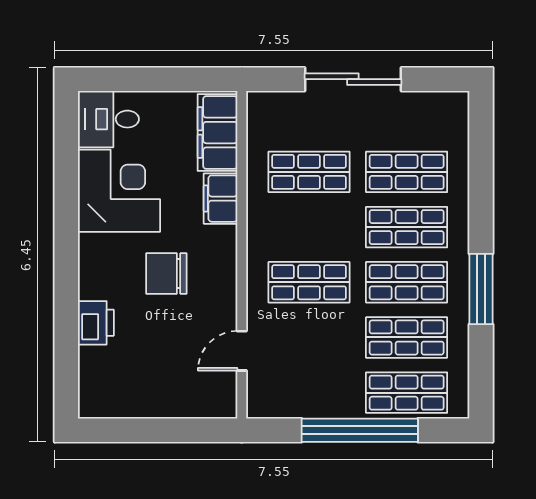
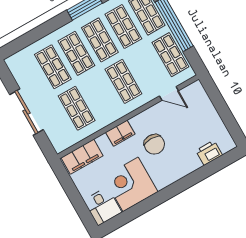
filing cabinet: (221, 199) -> (120, 133), moved
printer: (96, 323) -> (209, 153), moved
shop shelf: (309, 393) -> (170, 55), added

